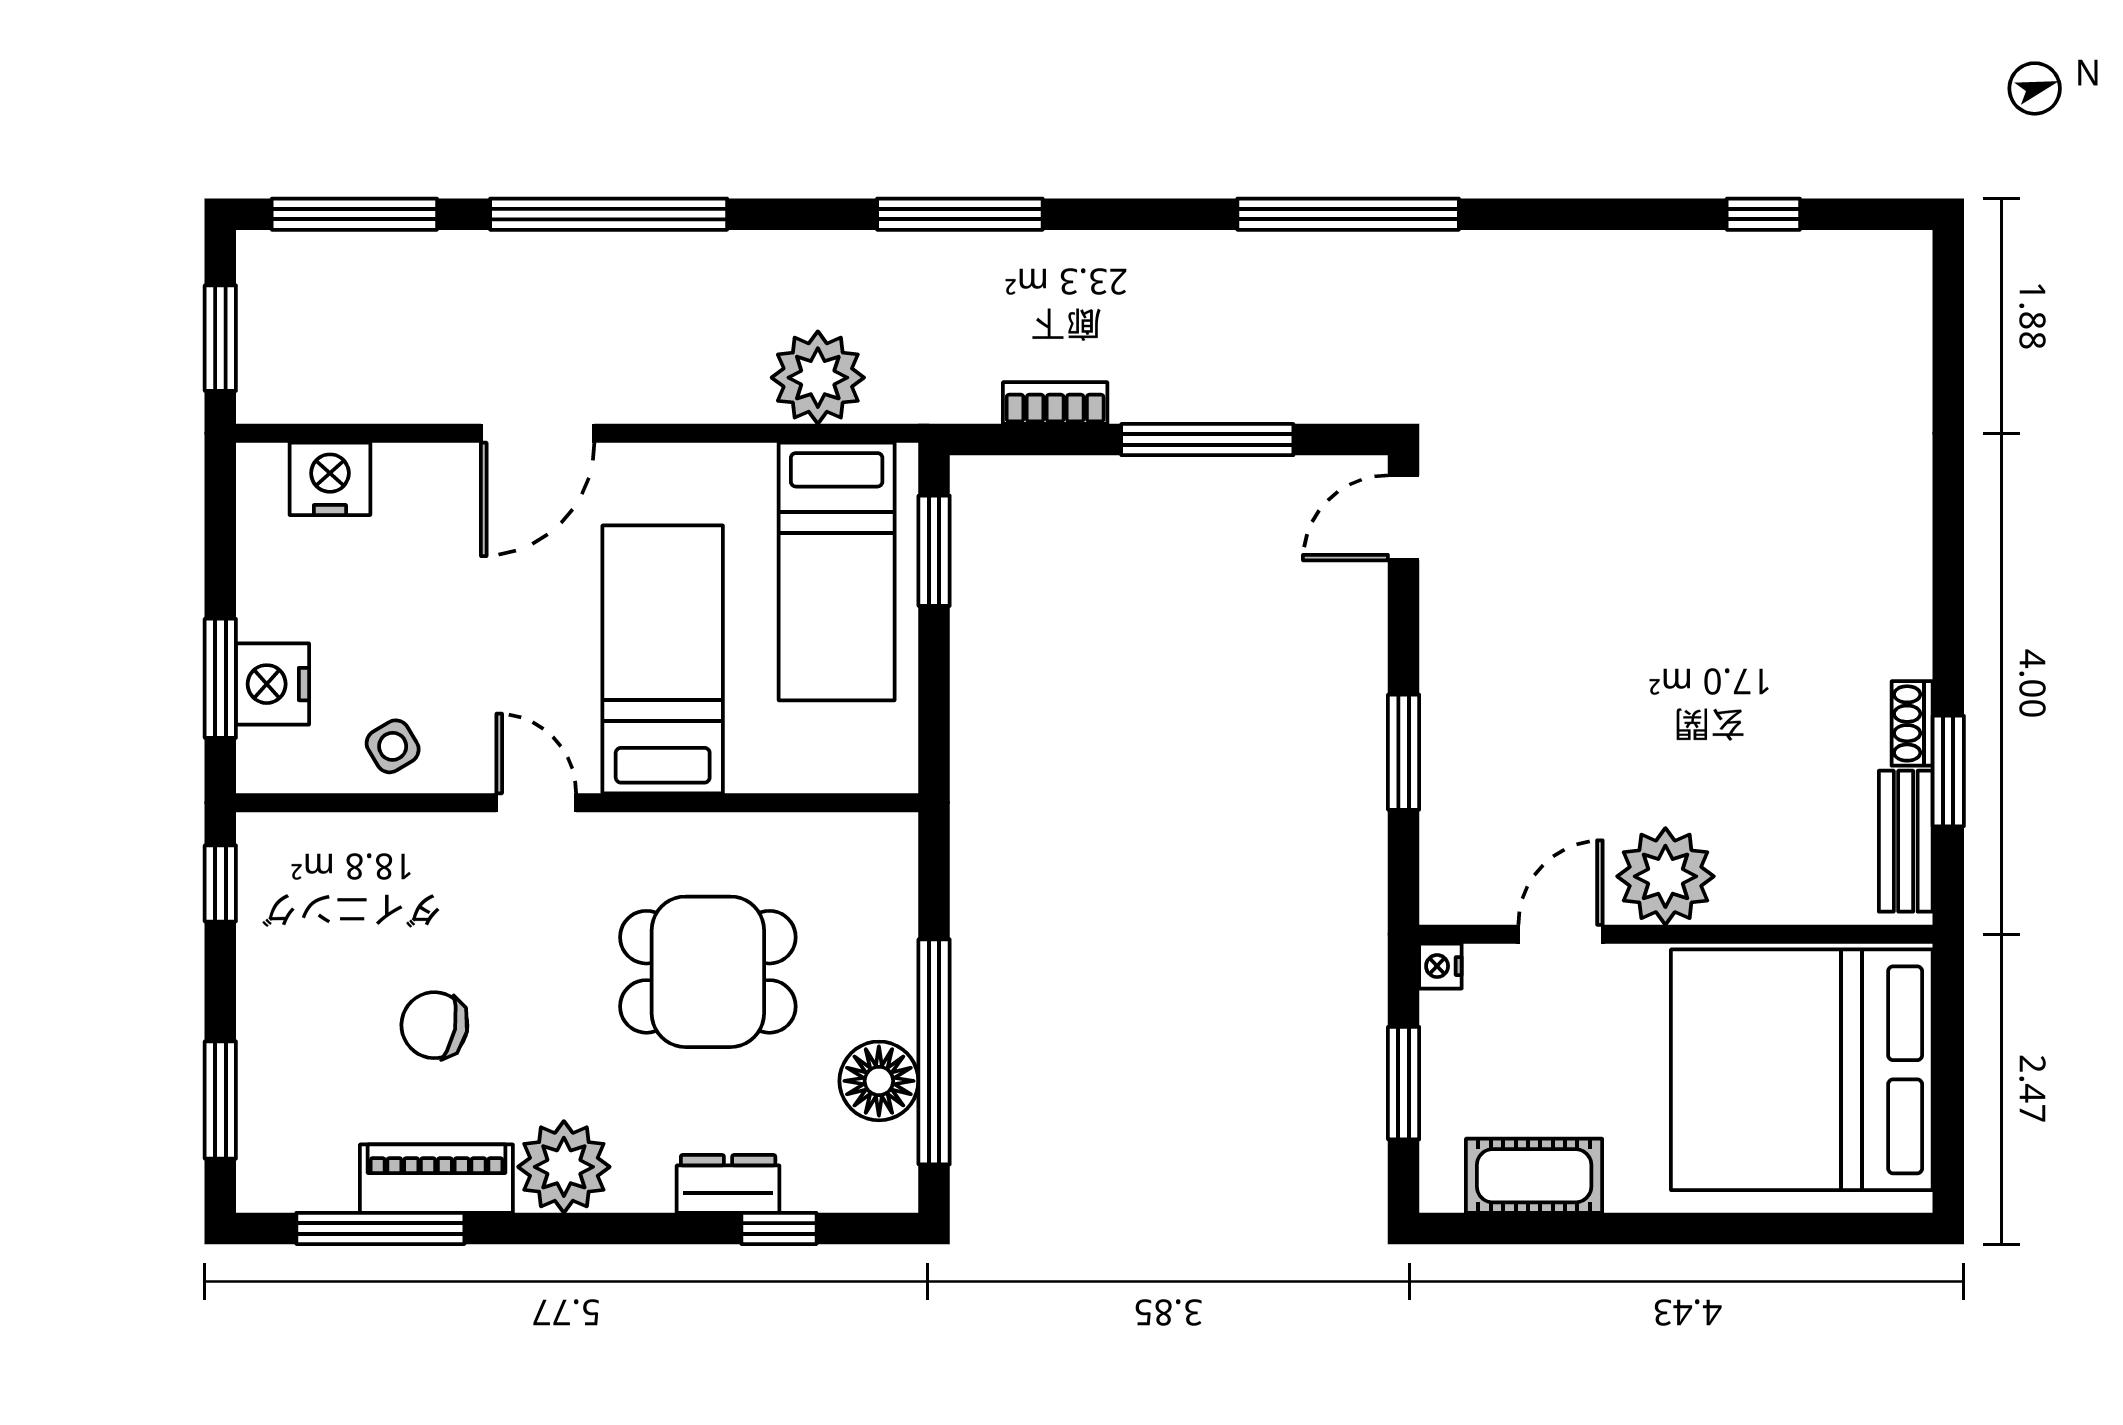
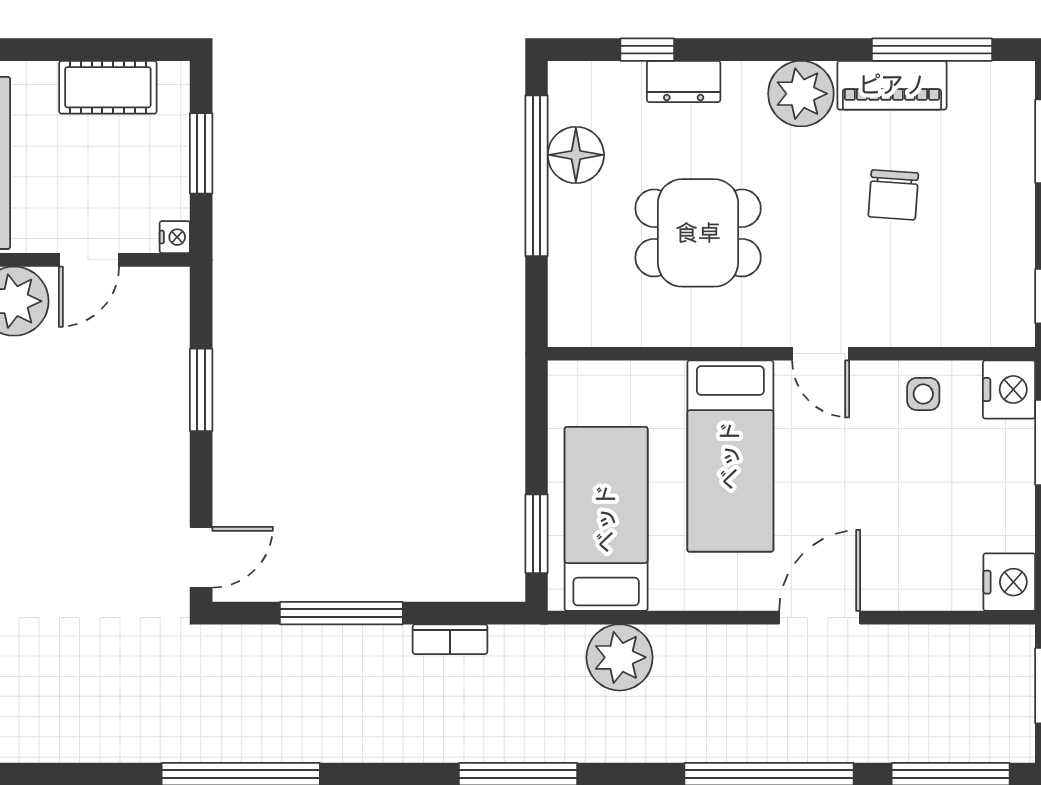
nightstand: (330, 479) -> (1009, 582), moved, turned -90
nightstand: (273, 684) -> (1009, 390), moved
side table: (393, 746) -> (923, 394), turned 31
chair: (434, 1025) -> (893, 195), turned 83

